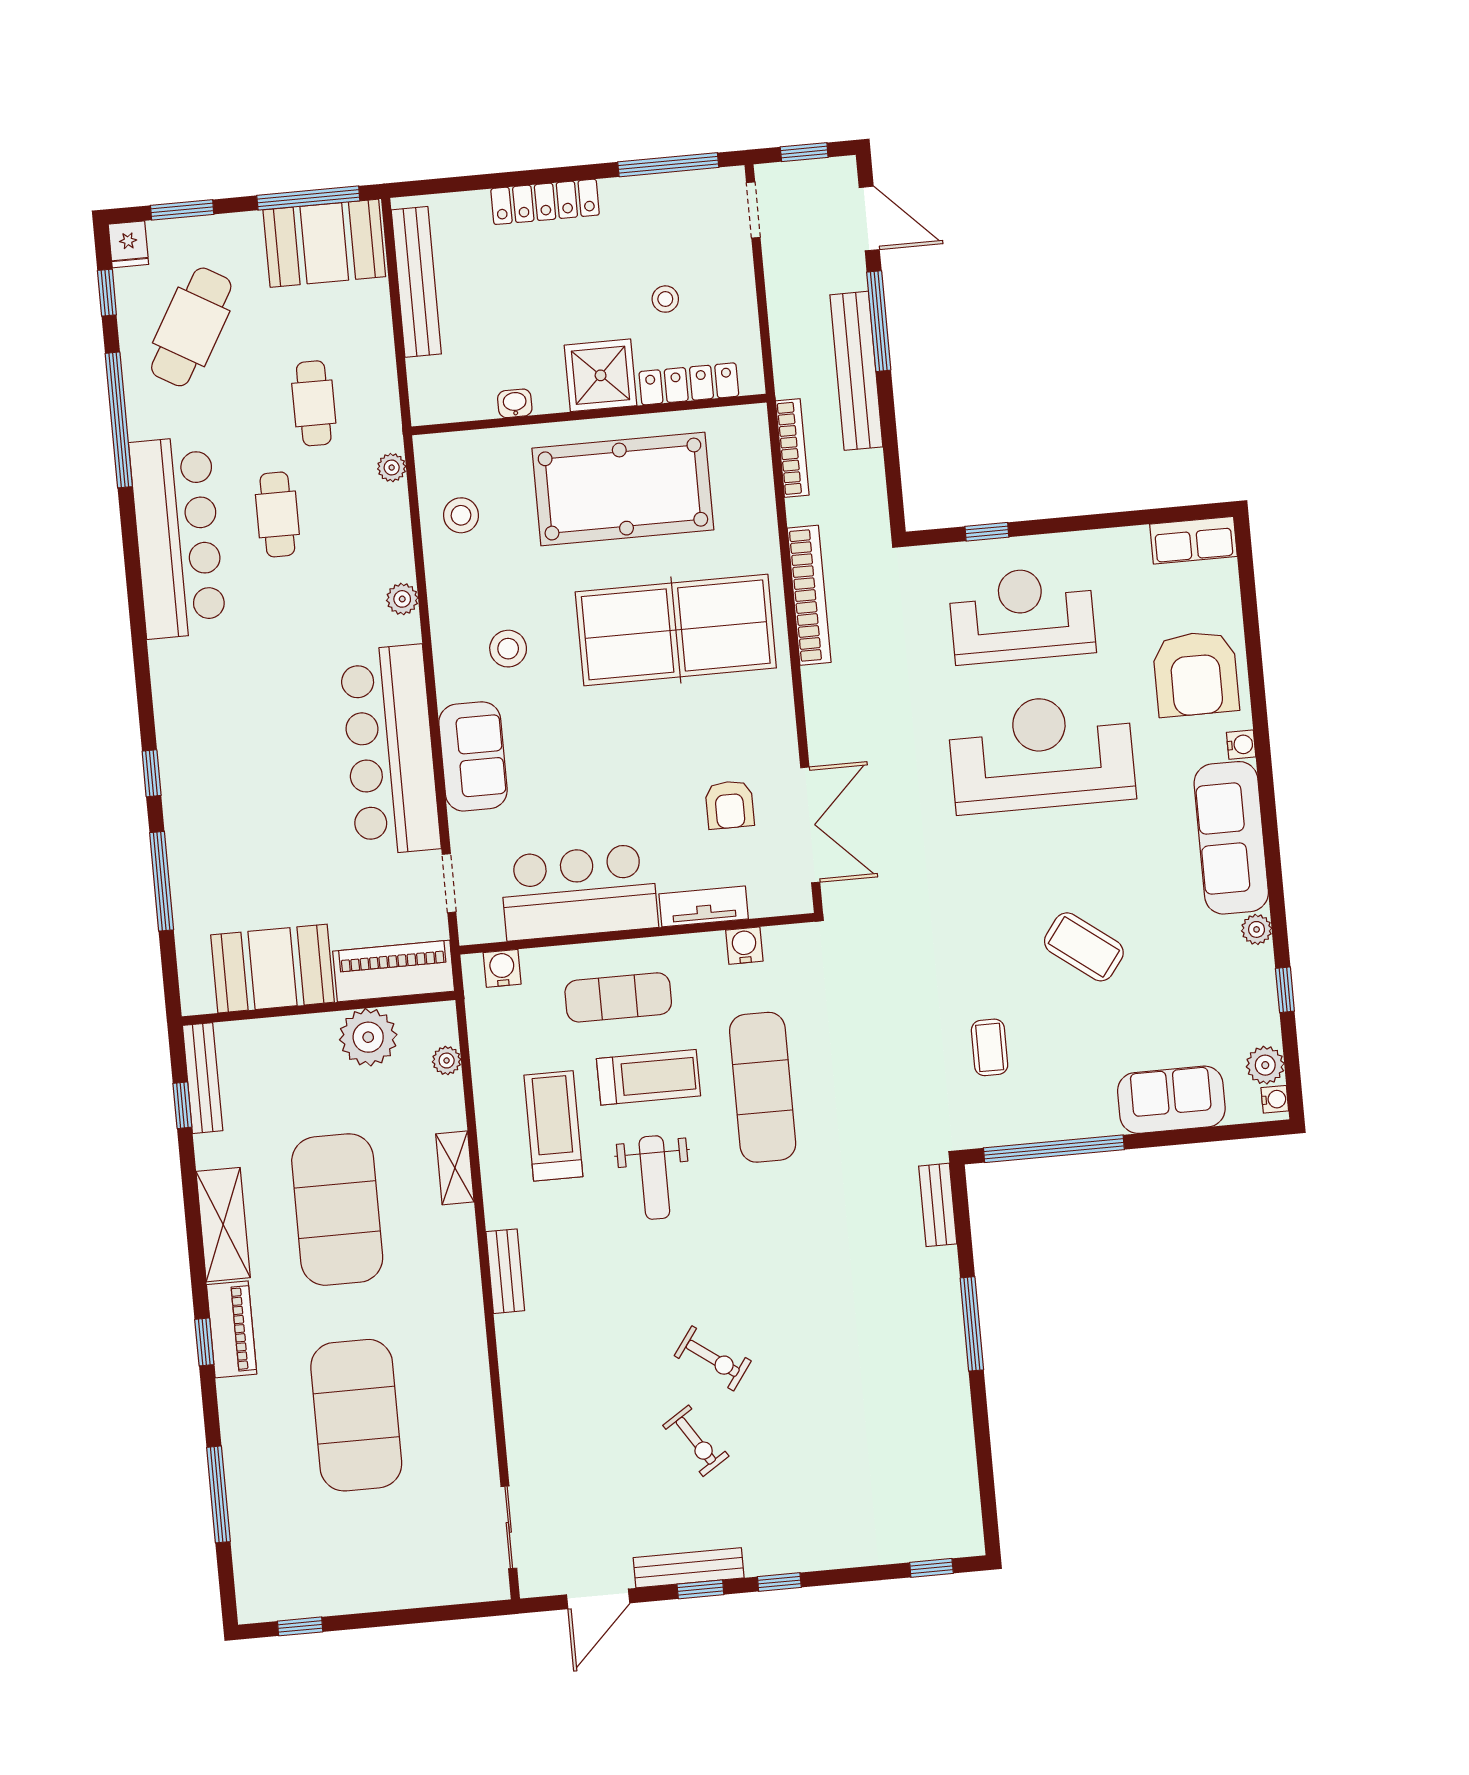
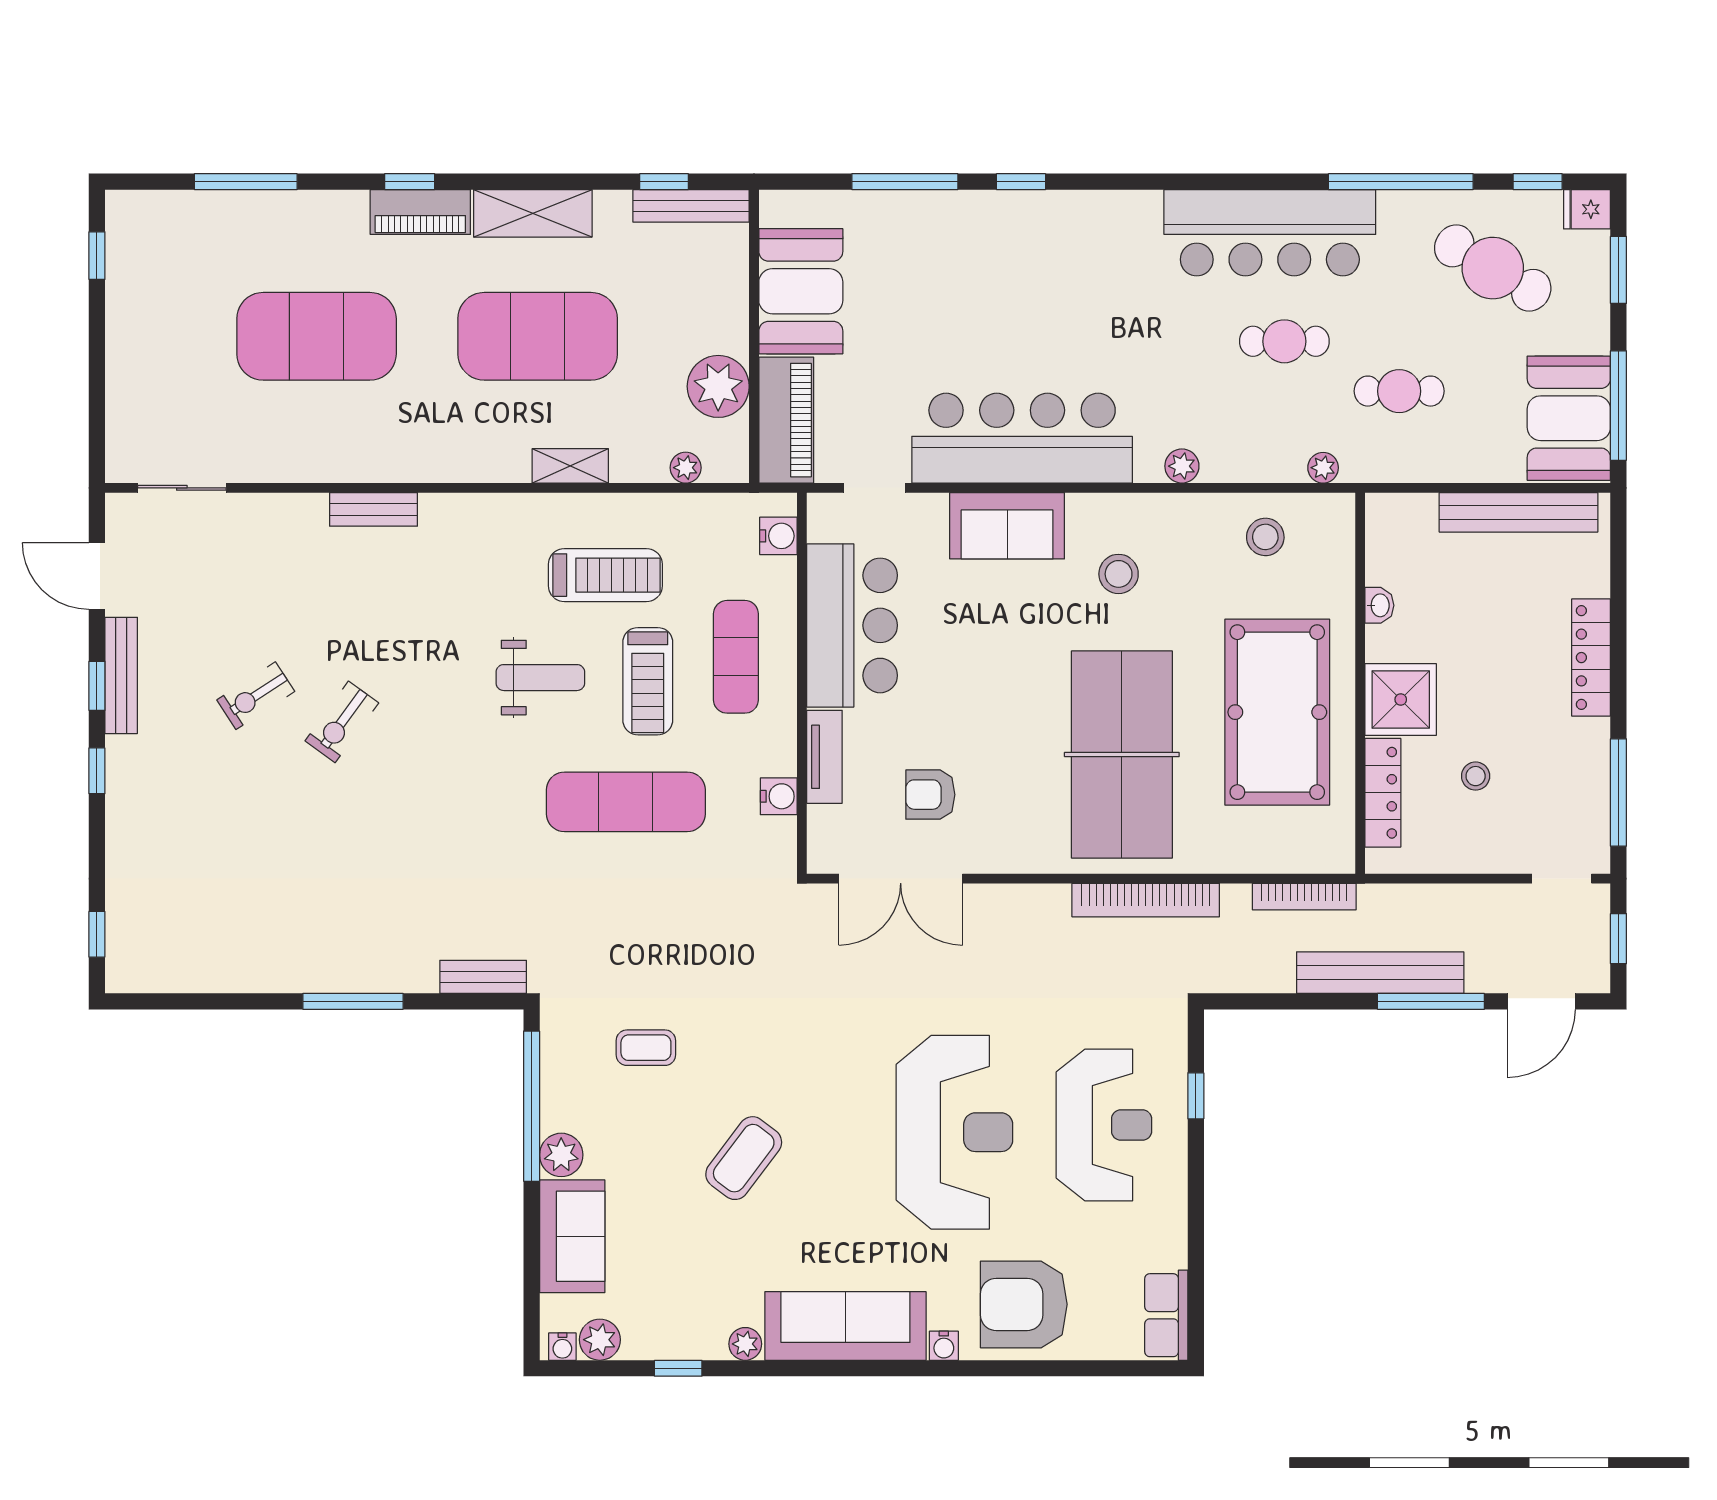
plant: (1097, 1117) -> (561, 1155), added
weight bench: (654, 1178) -> (540, 678), turned 180
bench: (505, 1271) -> (373, 509), moved

